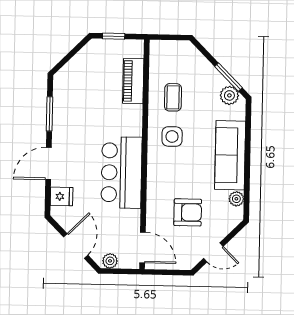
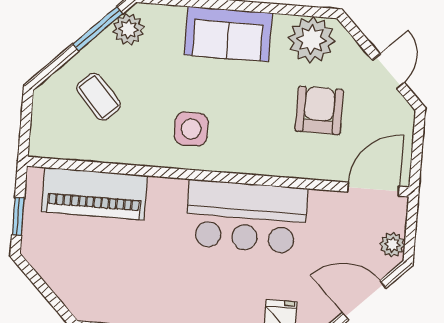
piano: (133, 81) -> (94, 194), width x1.37, depth x1.33
coffee table: (173, 97) -> (99, 97), moved, turned 48
sofa: (230, 155) -> (228, 34), width x0.73
plant: (236, 199) -> (311, 40), width x1.88, depth x1.88

